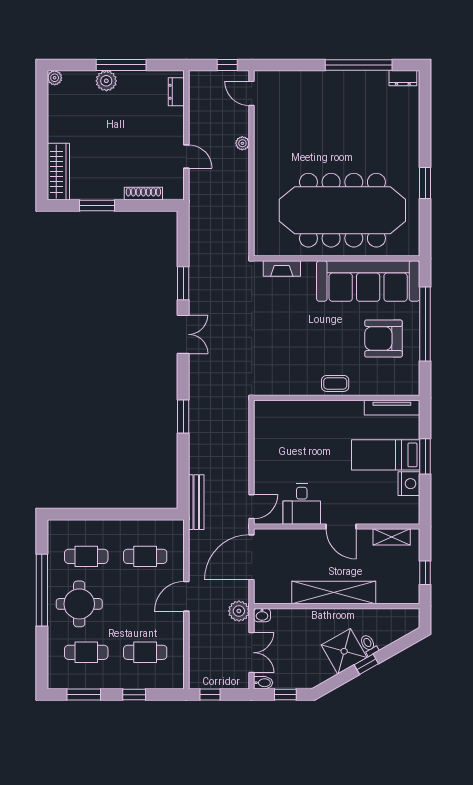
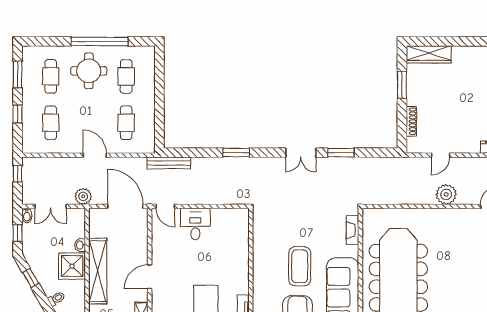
plant: (242, 143) -> (446, 194), width x1.87, depth x1.87
coffee table: (335, 383) -> (300, 266), moved, width x1.86, depth x1.72
desk: (302, 504) -> (195, 224), moved, turned 90
washbasin: (262, 615) -> (80, 245), moved
shower: (344, 651) -> (72, 266), moved, turned 30
window: (366, 664) -> (31, 278), moved

